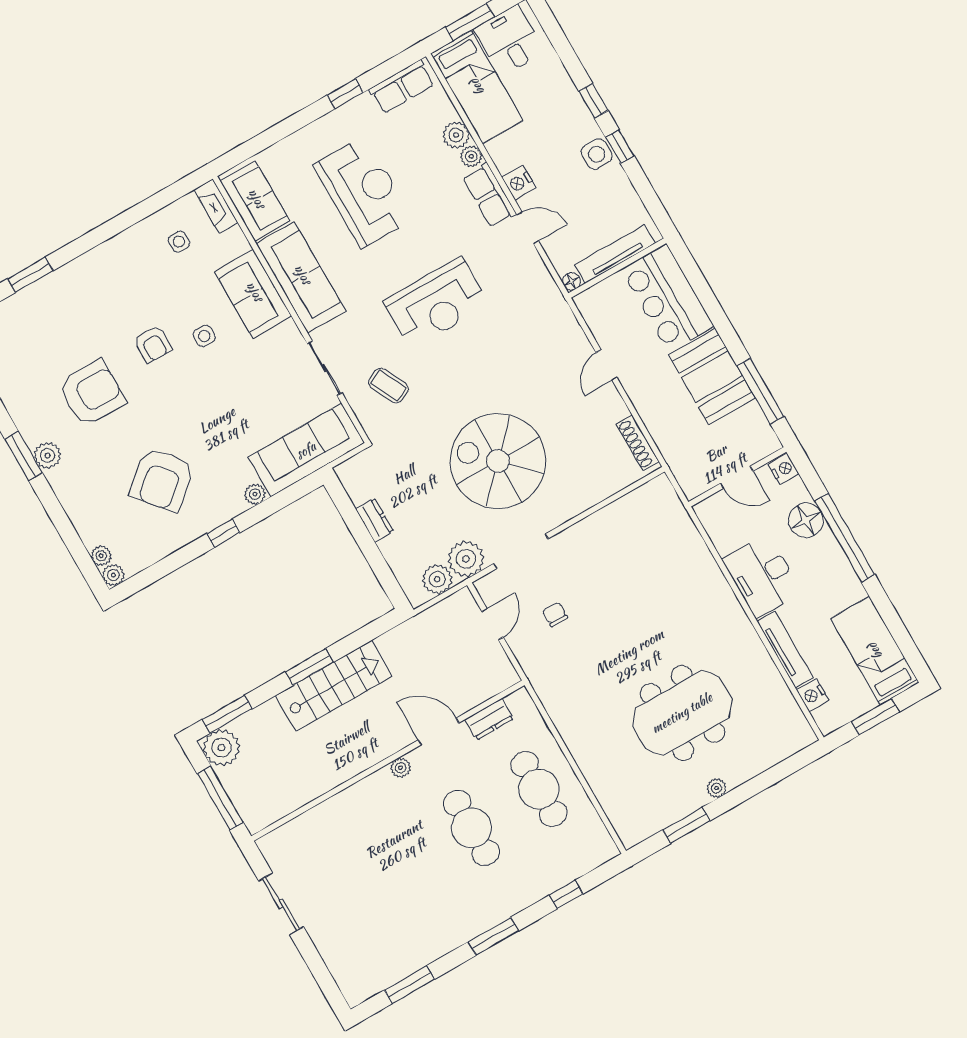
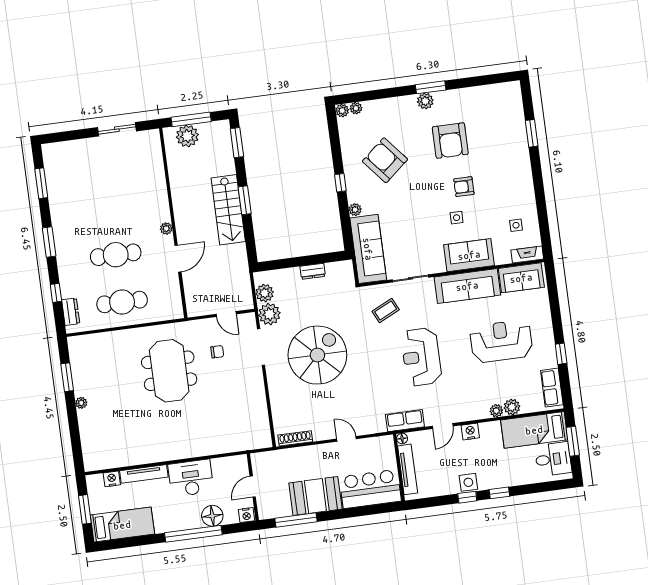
reception desk: (363, 192) -> (501, 341), turned 180
row of seats: (489, 195) -> (405, 421), moved
meeting table: (682, 713) -> (169, 371), moved
dresser: (489, 719) -> (71, 312), moved, turned 180
plant: (221, 748) -> (187, 136), moved

